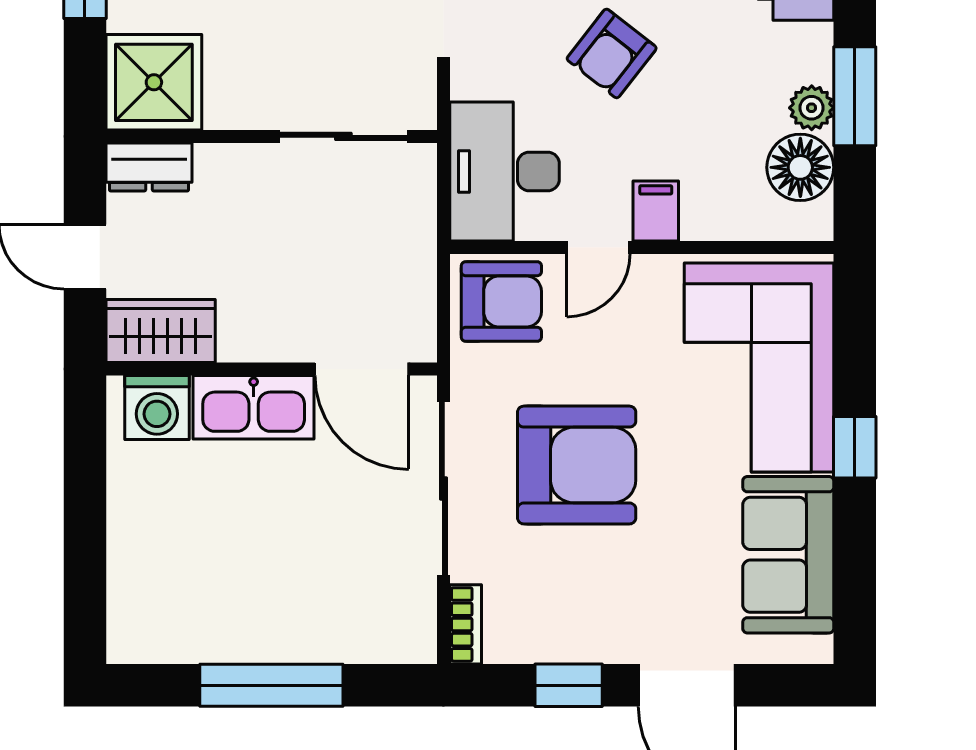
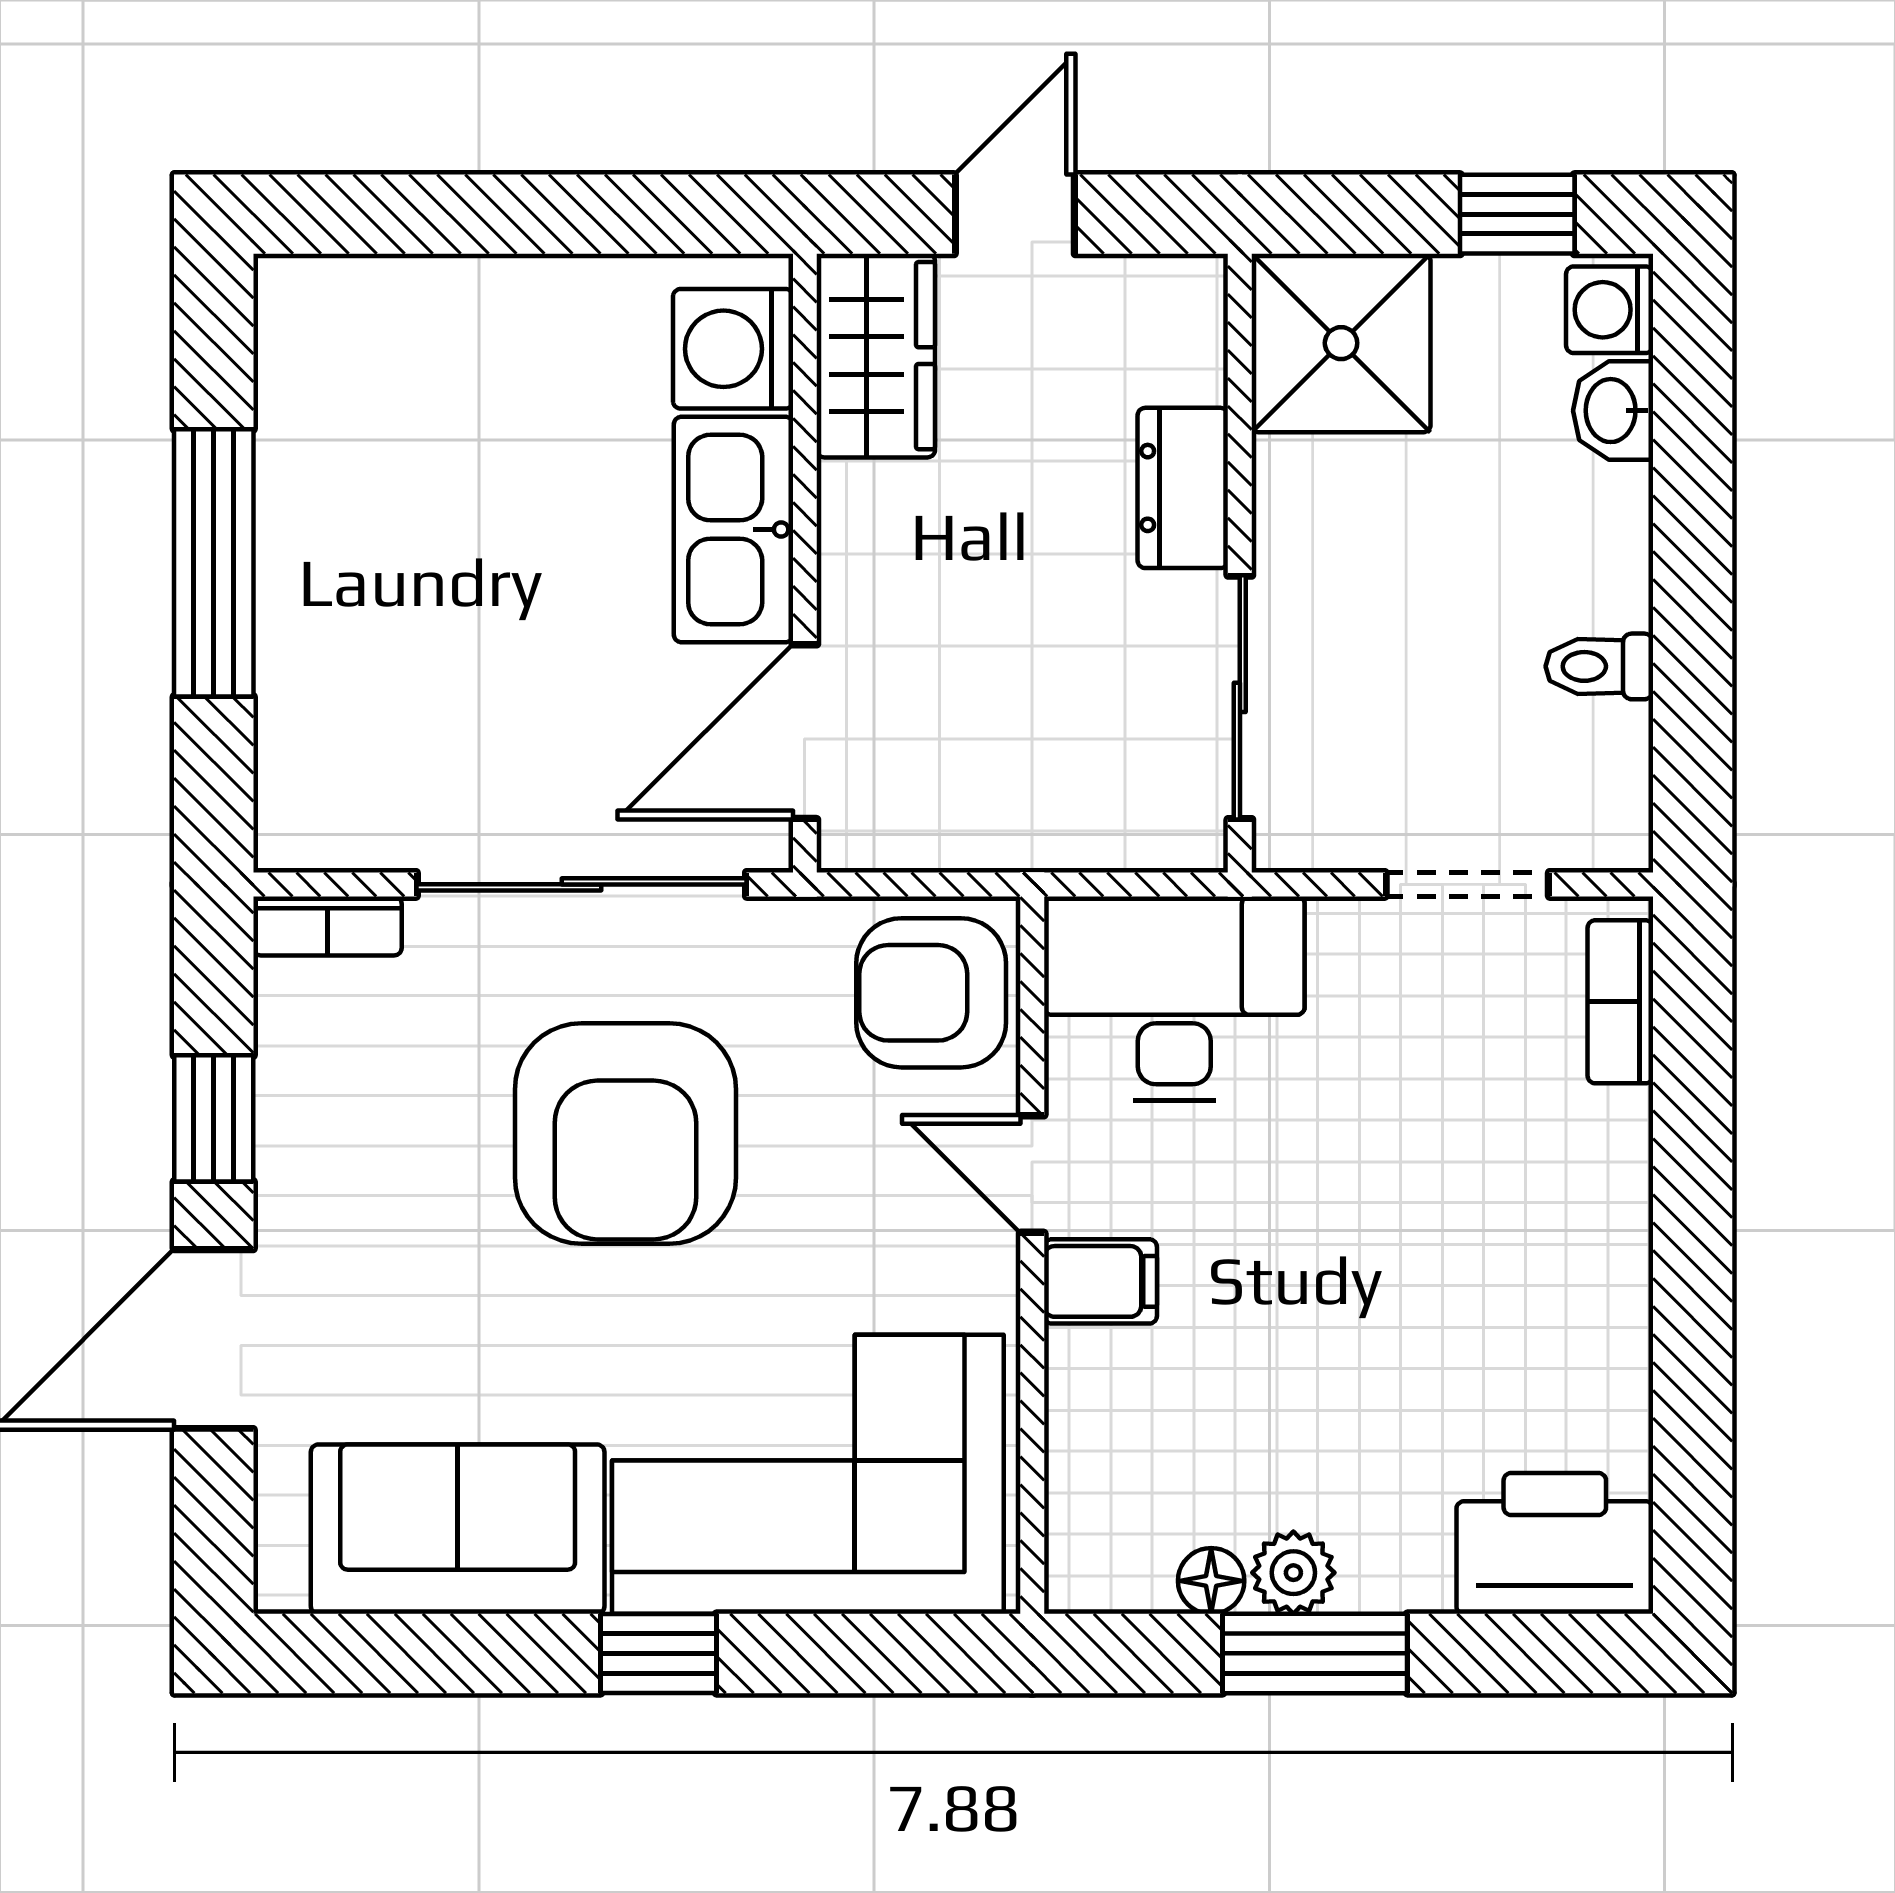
armchair: (612, 53) -> (1395, 1199), removed
dresser: (149, 167) -> (1183, 488), moved
floor lamp: (800, 167) -> (1211, 1581), width x0.53, depth x0.53
armchair: (501, 302) -> (931, 993), turned 90

